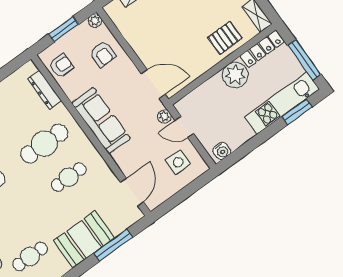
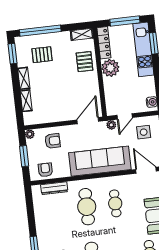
sofa: (101, 121) -> (100, 161), width x1.36, depth x1.27

